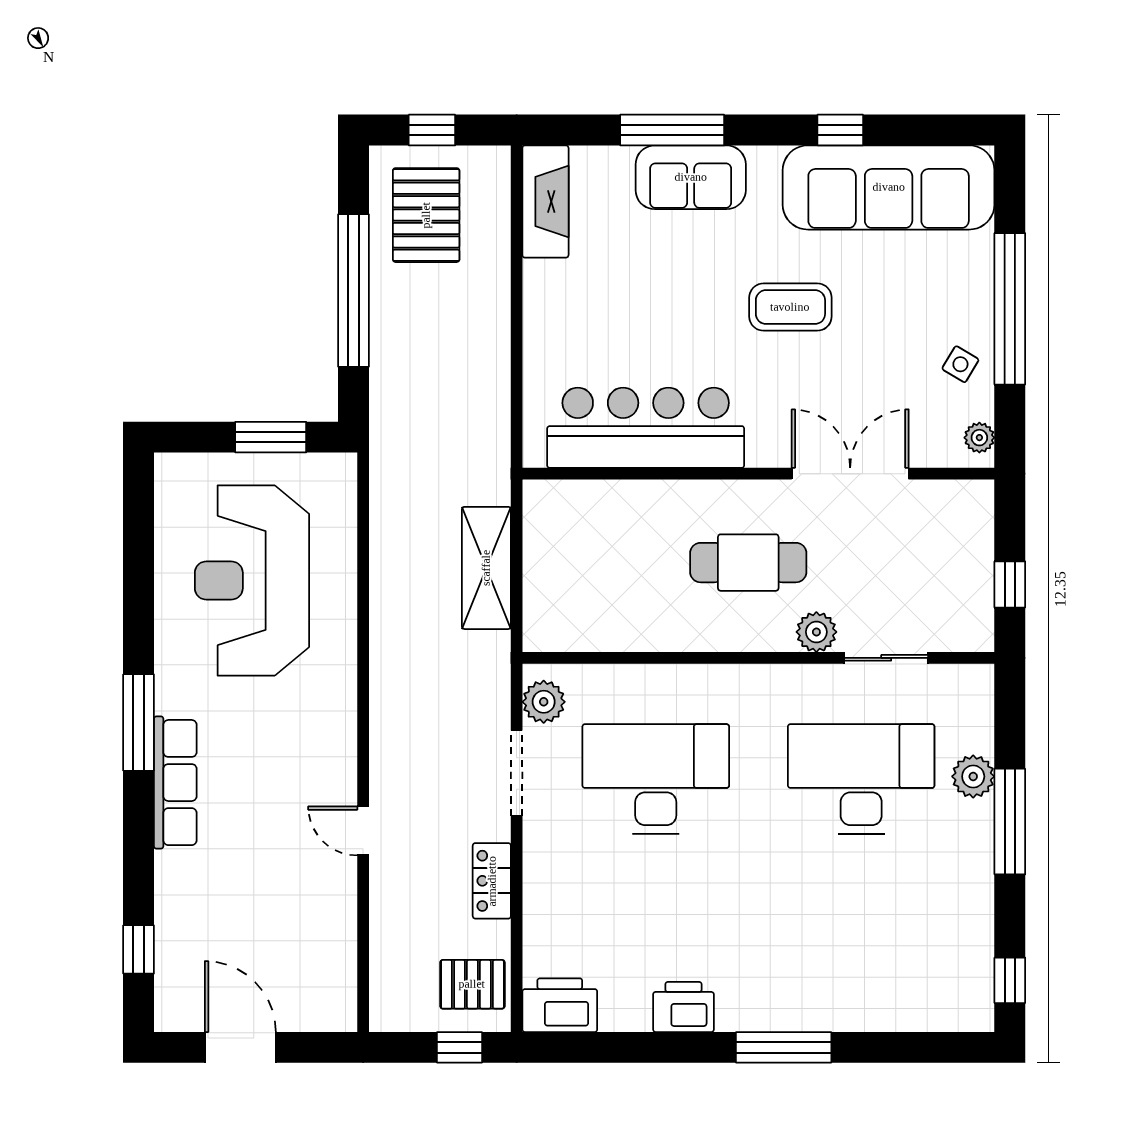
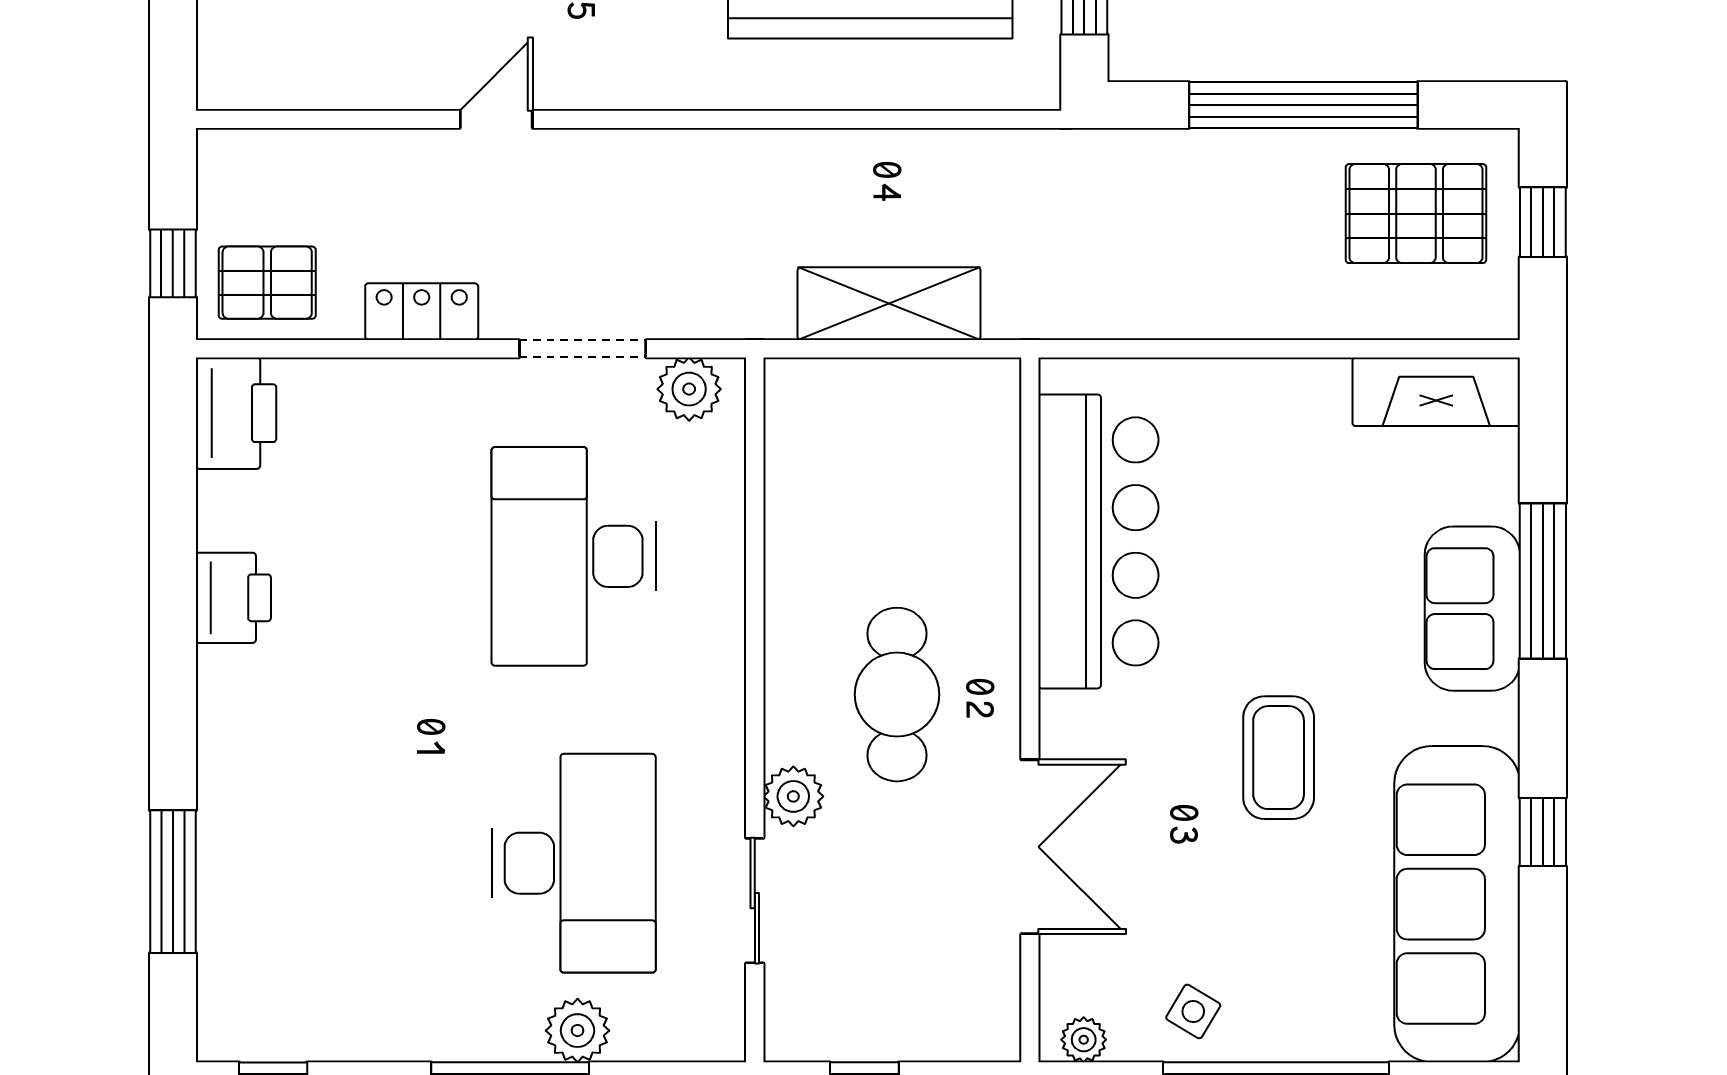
desk: (656, 779) -> (574, 556), turned 180
pallet: (472, 984) -> (267, 283), turned 90
window: (784, 1047) -> (173, 882), moved

